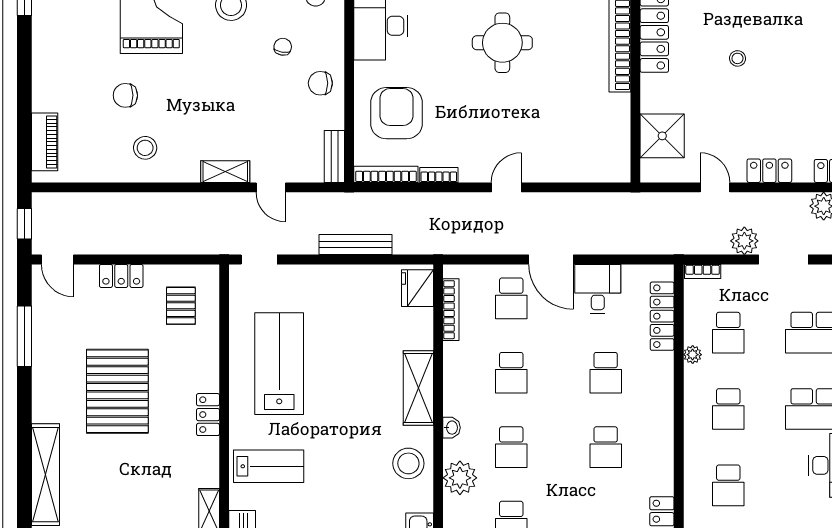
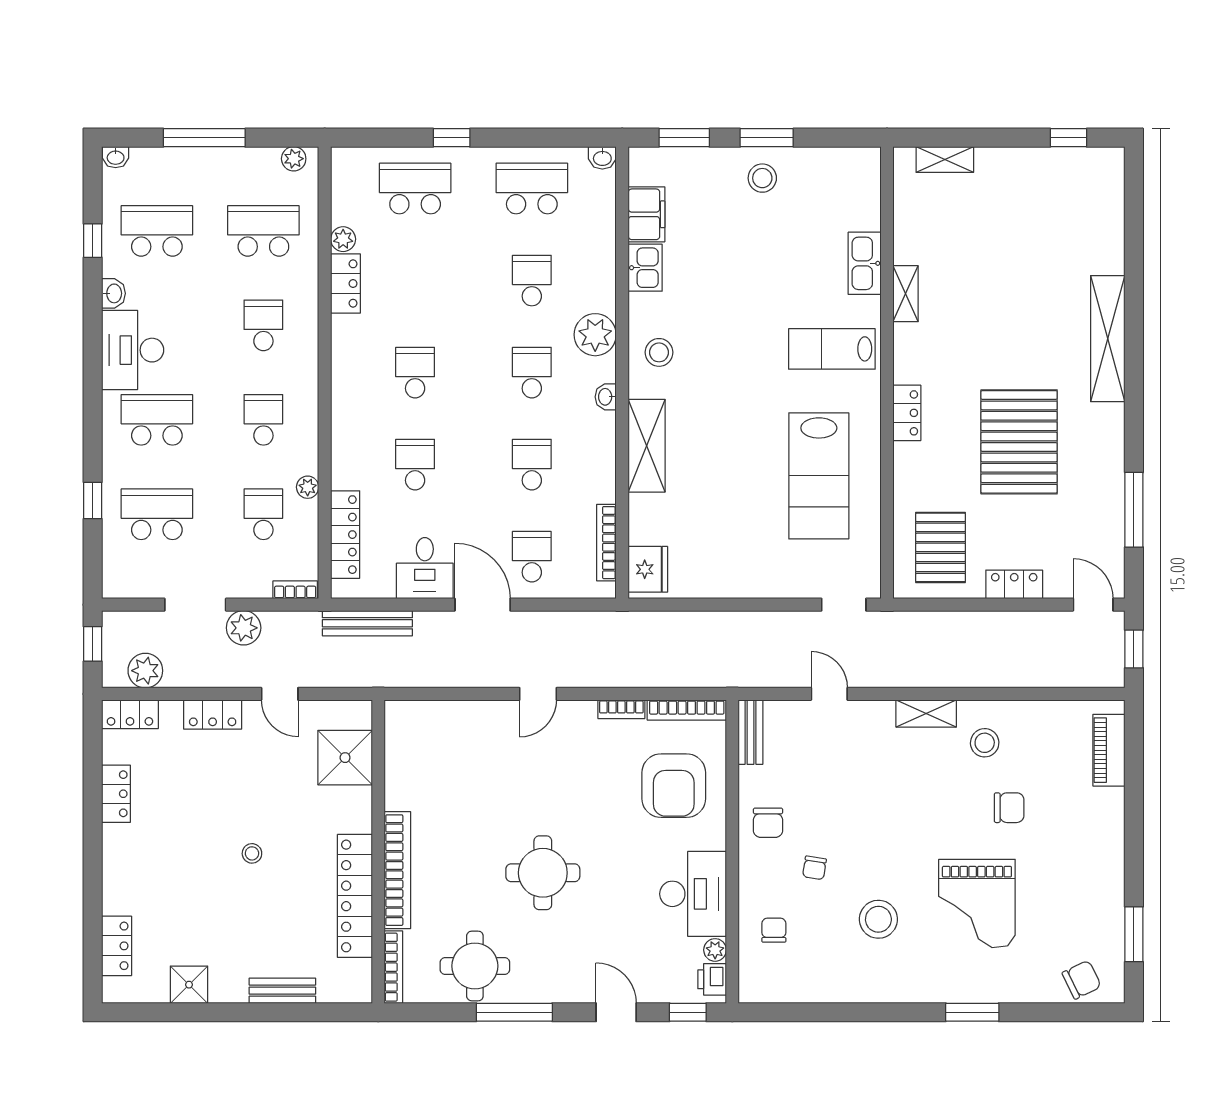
chair: (320, 83) -> (768, 823), turned 90
shelving: (225, 172) -> (926, 713), moved
bench: (355, 245) -> (367, 623), moved
pallet: (181, 306) -> (940, 547), width x1.50, depth x1.42
stool: (408, 463) -> (659, 352), width x0.73, depth x0.73

